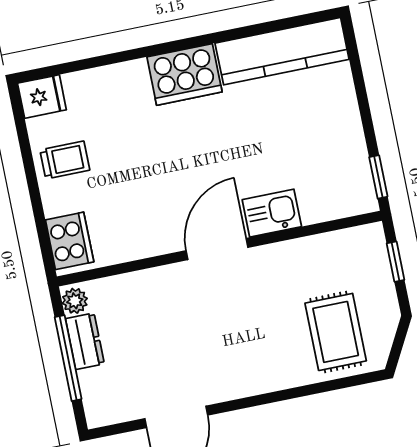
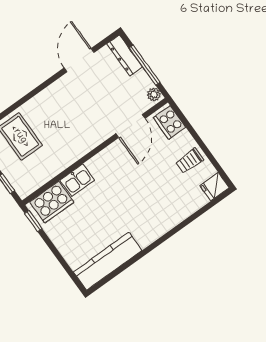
cooker: (184, 74) -> (52, 202), moved, turned 180
door: (217, 249) -> (130, 126), moved
dresser: (85, 341) -> (125, 55), moved, width x1.44

